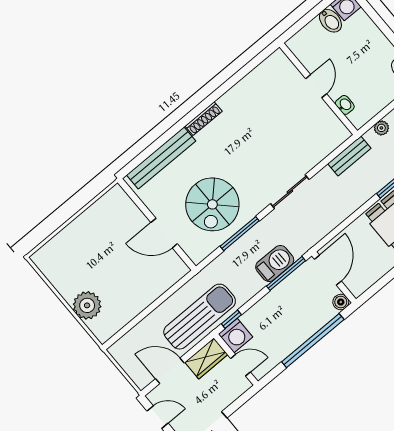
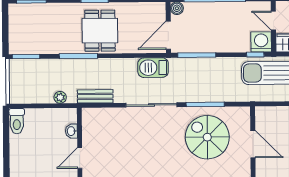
sliding door: (290, 192) -> (151, 105), width x1.37
spiral stairs: (212, 204) -> (207, 137), turned -90
barbecue: (275, 263) -> (153, 68), moved

